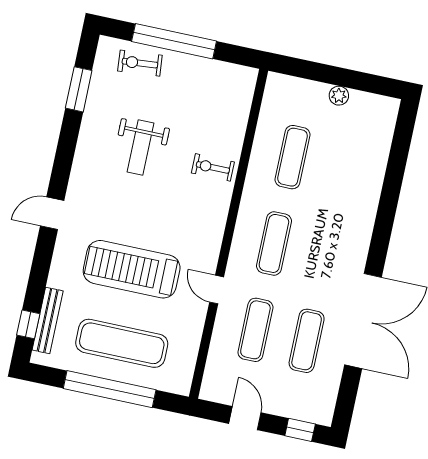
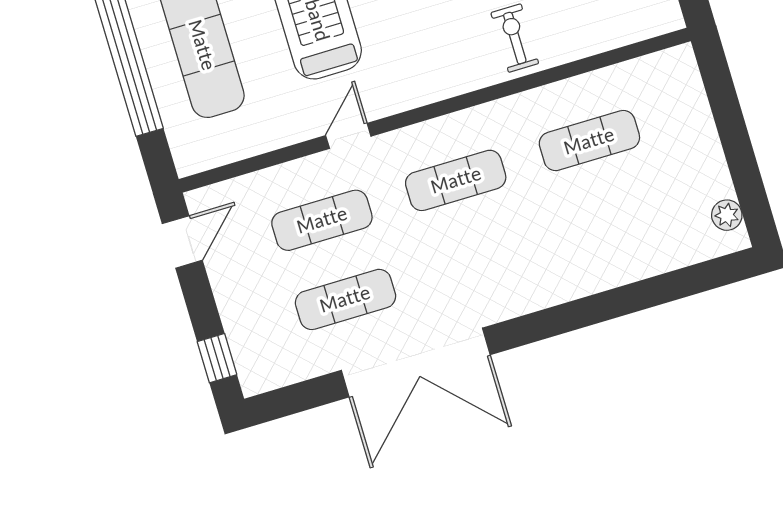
plant: (339, 96) -> (727, 215), moved
door: (245, 418) -> (182, 242), moved

